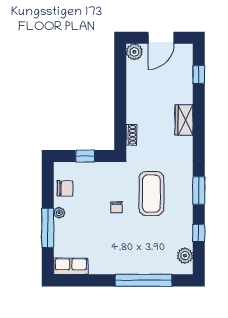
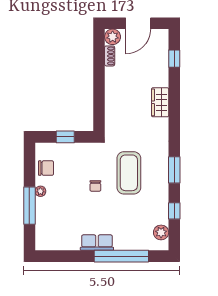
shoe rack: (131, 135) -> (110, 56), moved
row of seats: (71, 266) -> (97, 243), moved

